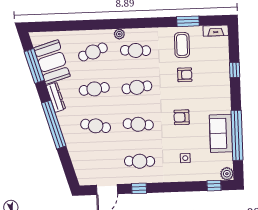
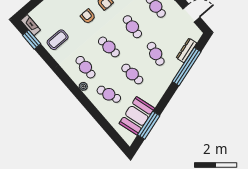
window: (188, 21) -> (32, 40), moved
armchair: (185, 75) -> (88, 16), moved
dresser: (56, 97) -> (186, 50), moved
window: (54, 125) -> (187, 67), moved

